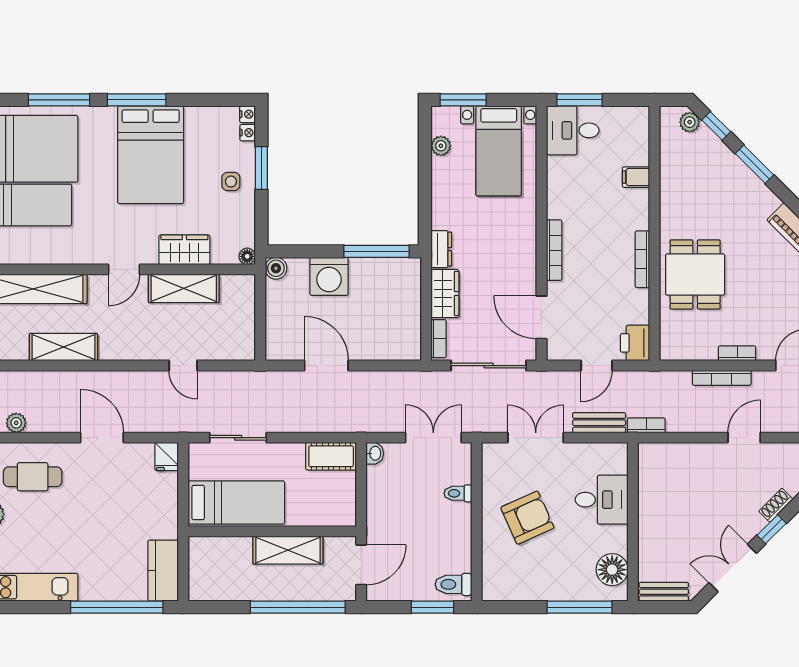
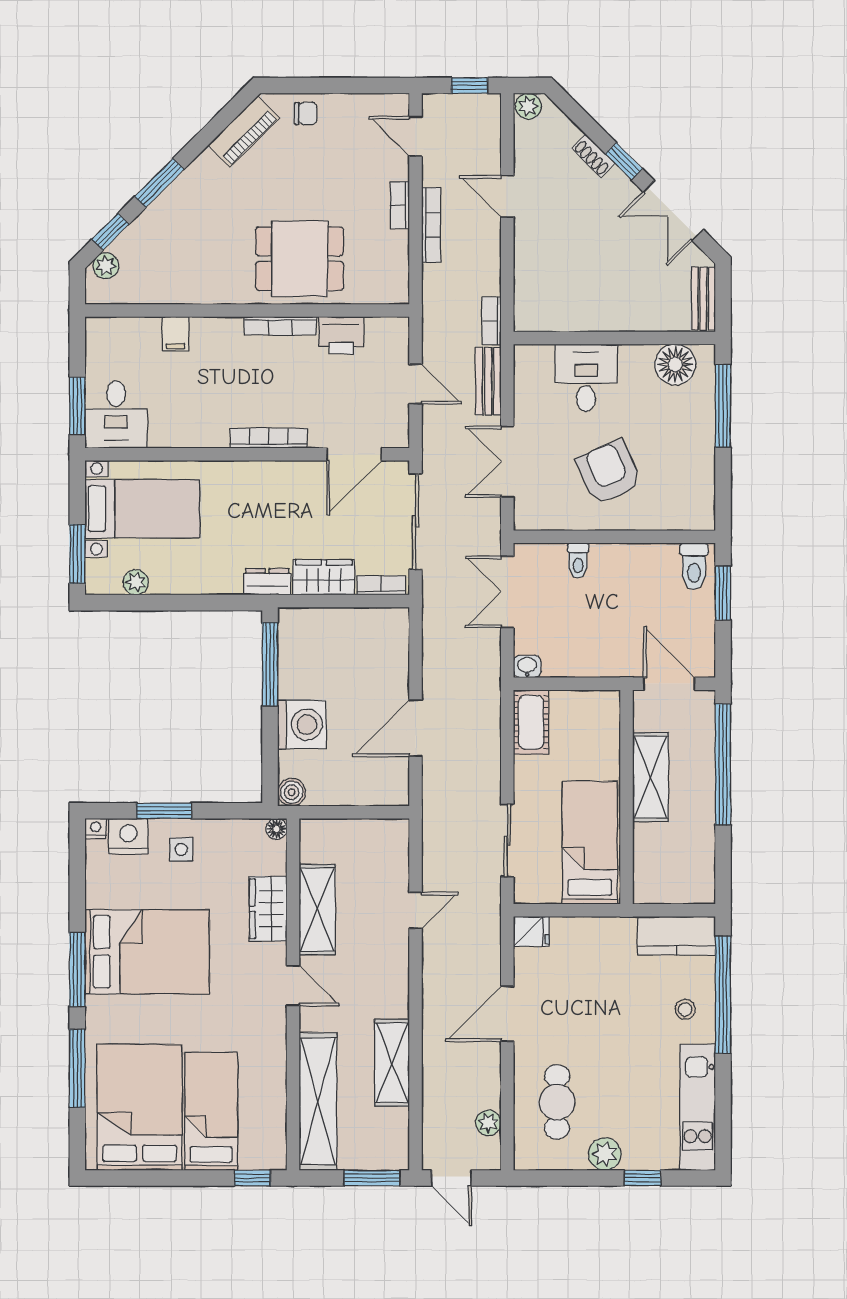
nightstand: (248, 133) -> (128, 836), width x1.89, depth x1.79
printer: (635, 343) -> (341, 335), moved
stool: (105, 577) -> (685, 1009), added

